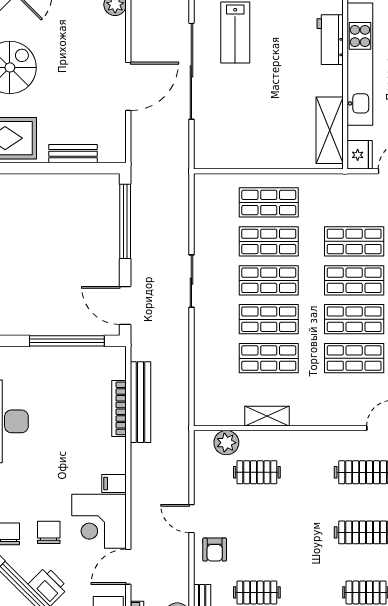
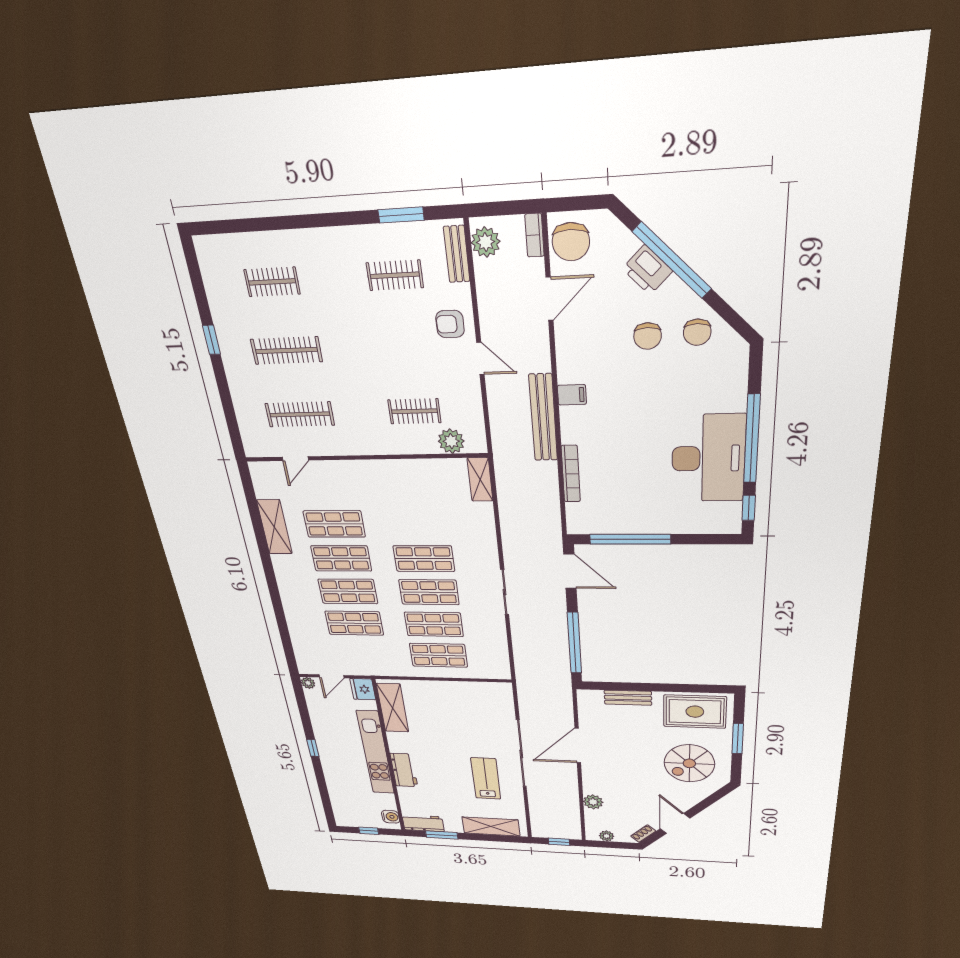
shop shelf: (269, 358) -> (419, 524), removed
bench: (140, 402) -> (543, 418), moved
shelving: (267, 416) -> (480, 480), moved, turned 90
corner desk: (99, 521) -> (587, 351), removed
armchair: (215, 550) -> (450, 324), turned -90

